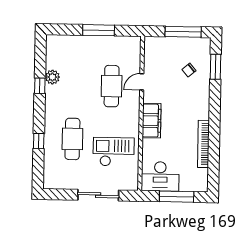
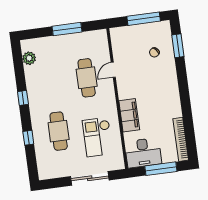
plant: (52, 77) -> (29, 58), moved
window: (40, 86) -> (23, 98), moved
filing cabinet: (152, 121) -> (129, 115), moved
bookcase: (203, 144) -> (181, 139), moved
checkout: (114, 152) -> (98, 137), turned -90

